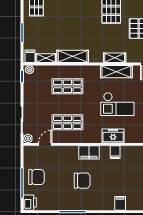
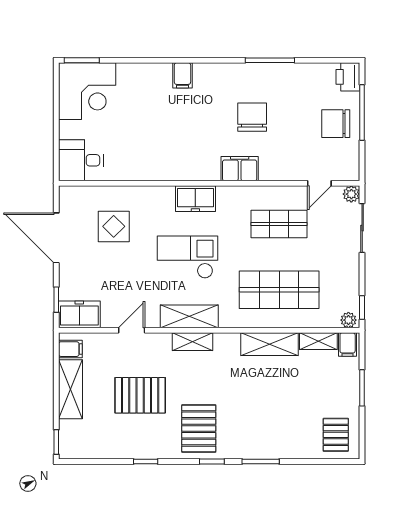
shop shelf: (67, 86) -> (279, 290), width x1.43, depth x1.36
filing cabinet: (115, 152) -> (192, 169), removed
chair: (82, 181) -> (252, 117), turned 90

